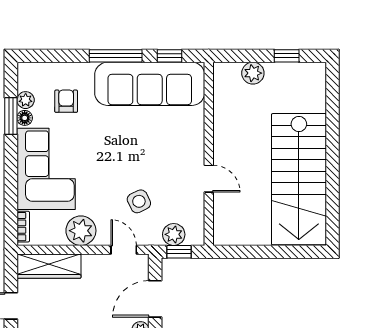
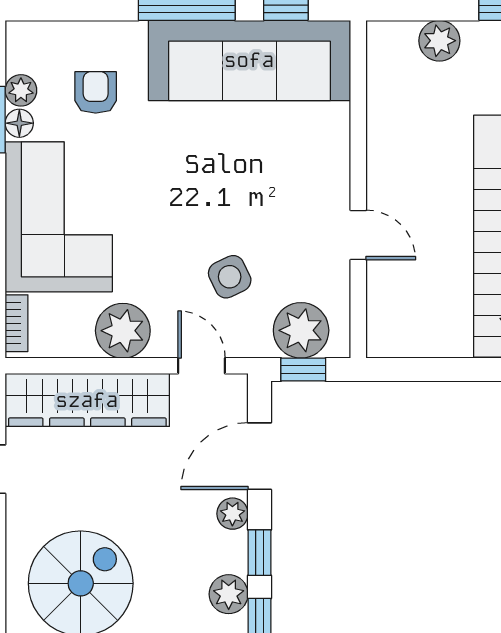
plant: (174, 234) -> (301, 330), width x1.36, depth x1.36
wardrobe: (49, 266) -> (87, 400), width x1.40, depth x1.17

